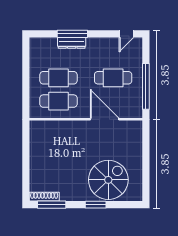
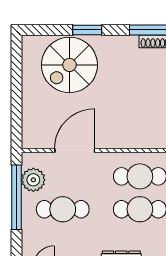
plant: (134, 99) -> (33, 180), added
door: (105, 119) -> (75, 151), swing flipped

